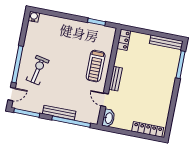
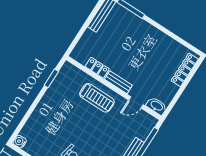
locker: (124, 40) -> (97, 68), moved

